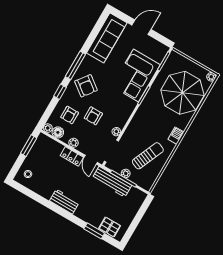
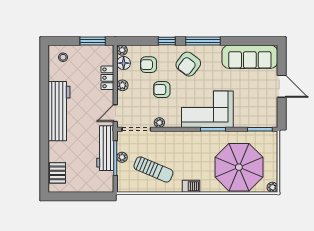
corner sofa: (136, 76) -> (207, 109), moved
locker: (72, 156) -> (107, 78), moved
workbench: (64, 202) -> (59, 111), width x1.88, depth x1.32
window: (94, 231) -> (44, 159), removed

